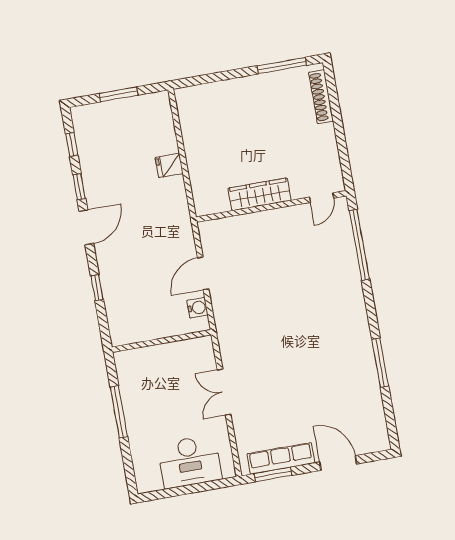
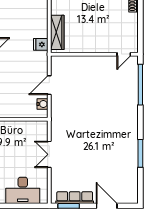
fridge: (169, 165) -> (41, 44), moved
wardrobe: (260, 194) -> (57, 32), moved, turned 90

